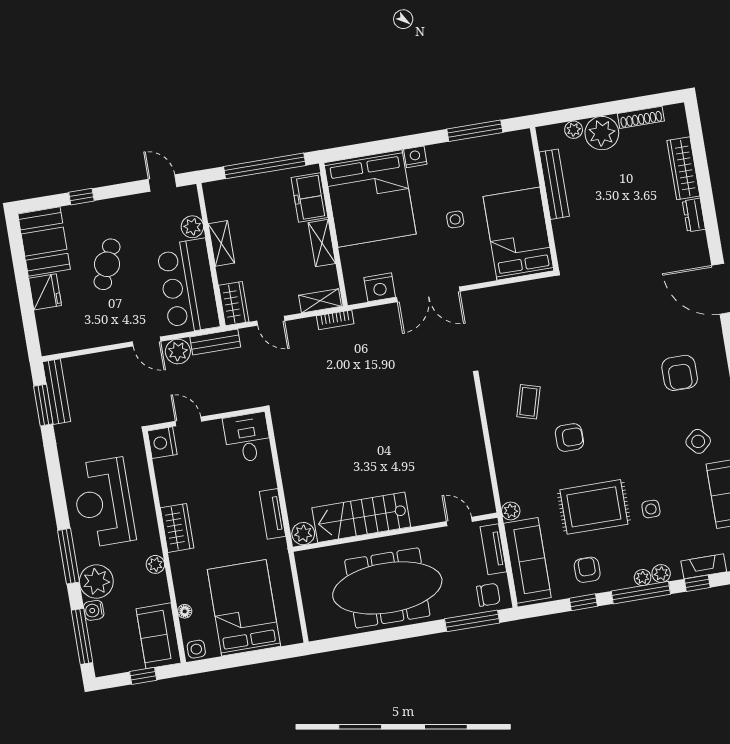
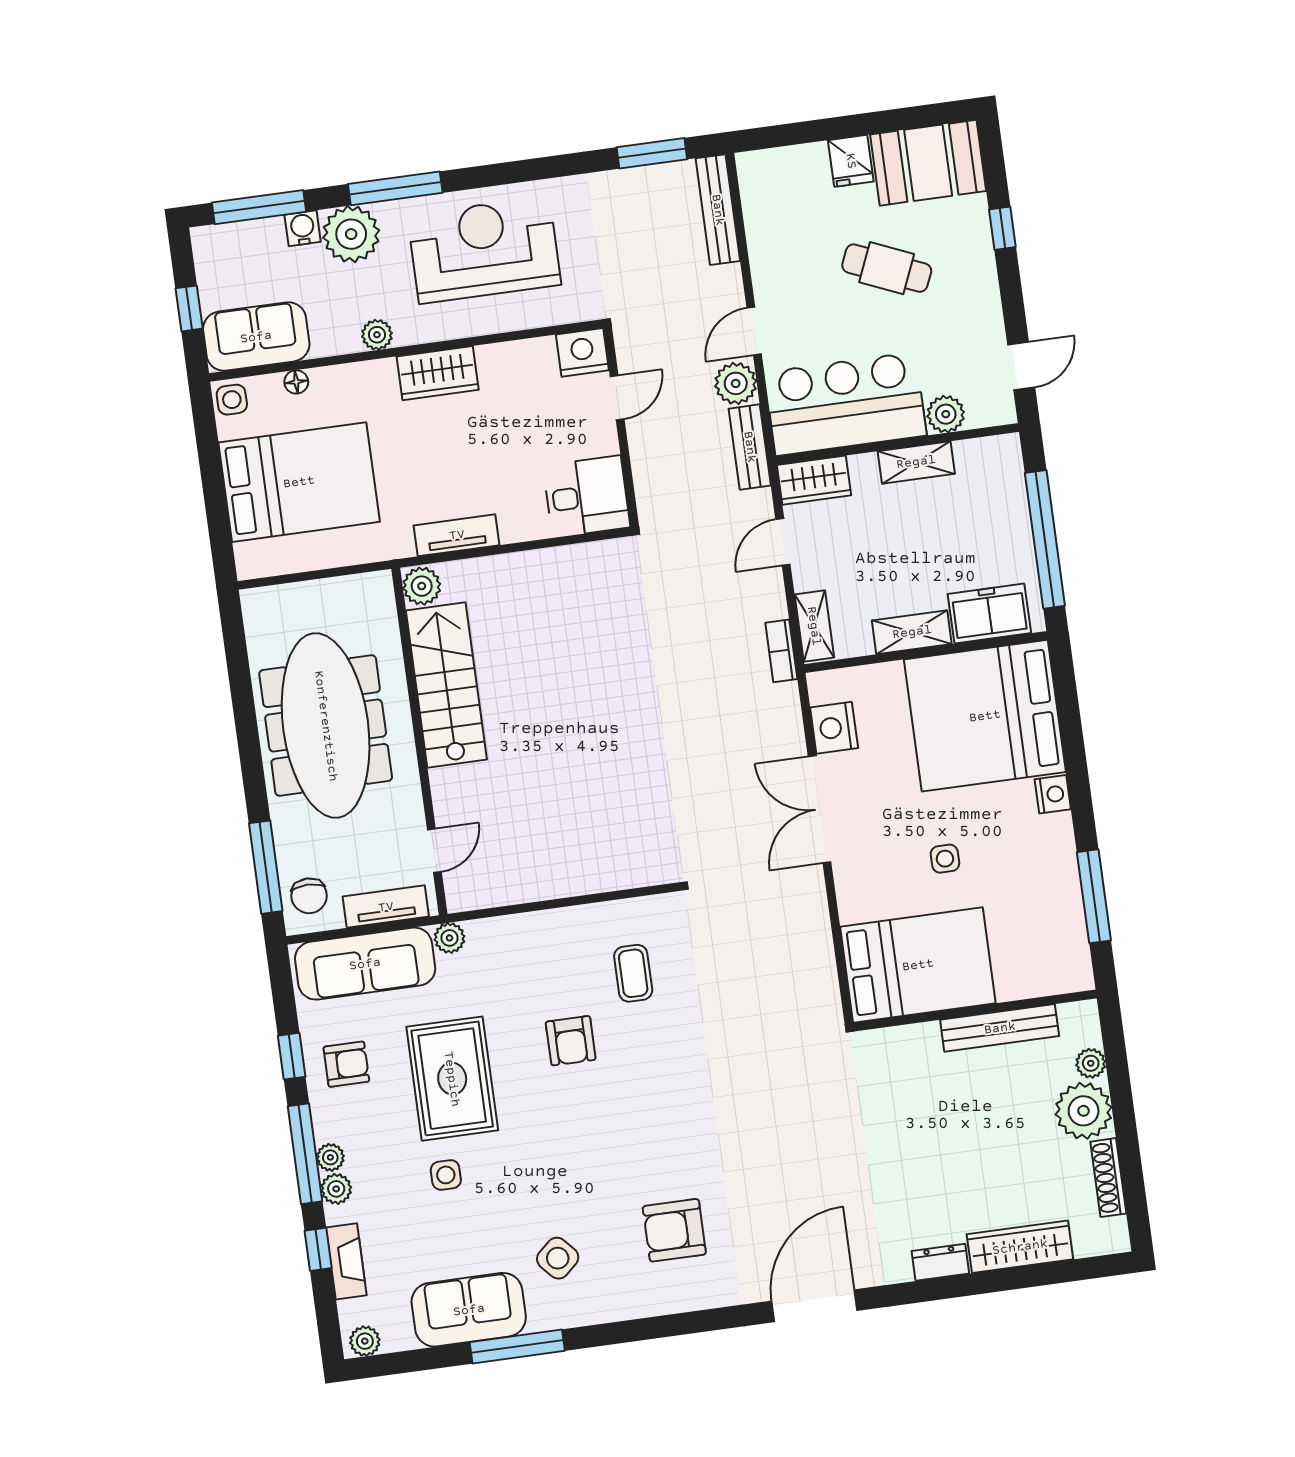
fridge: (45, 292) -> (851, 161), width x0.72
bench: (57, 392) -> (718, 210), moved, turned 90
coffee table: (528, 402) -> (633, 973), turned 74

